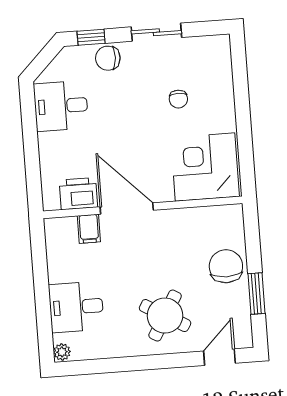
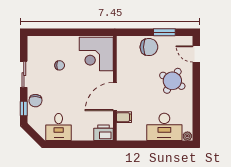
printer: (78, 194) -> (104, 133), moved, turned 90
chair: (226, 266) -> (149, 47), turned 180
desk: (76, 307) -> (164, 127), width x1.37

